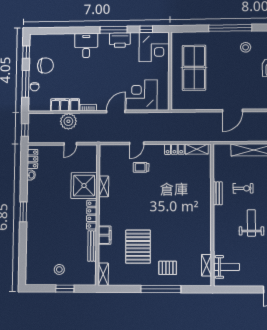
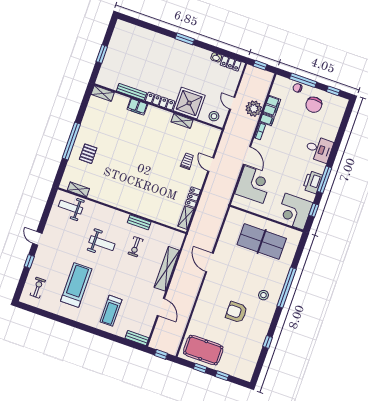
pallet: (138, 247) -> (116, 134), removed
weight bench: (227, 267) -> (71, 207), turned 90
stool: (59, 269) -> (214, 116), moved

